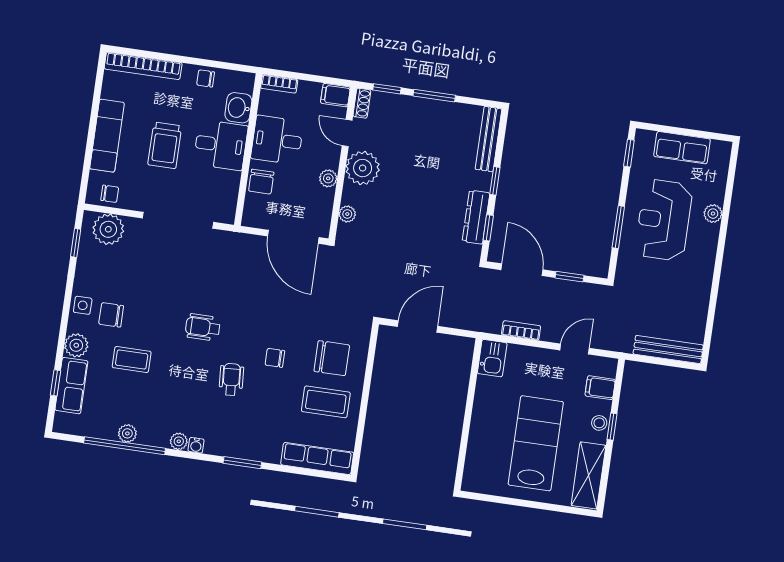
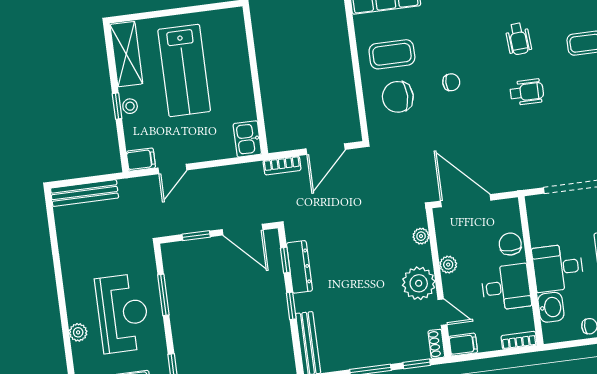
bookcase: (521, 330) -> (282, 165), moved
wheelchair: (231, 379) -> (518, 39), moved
filing cabinet: (600, 388) -> (141, 160), moved

